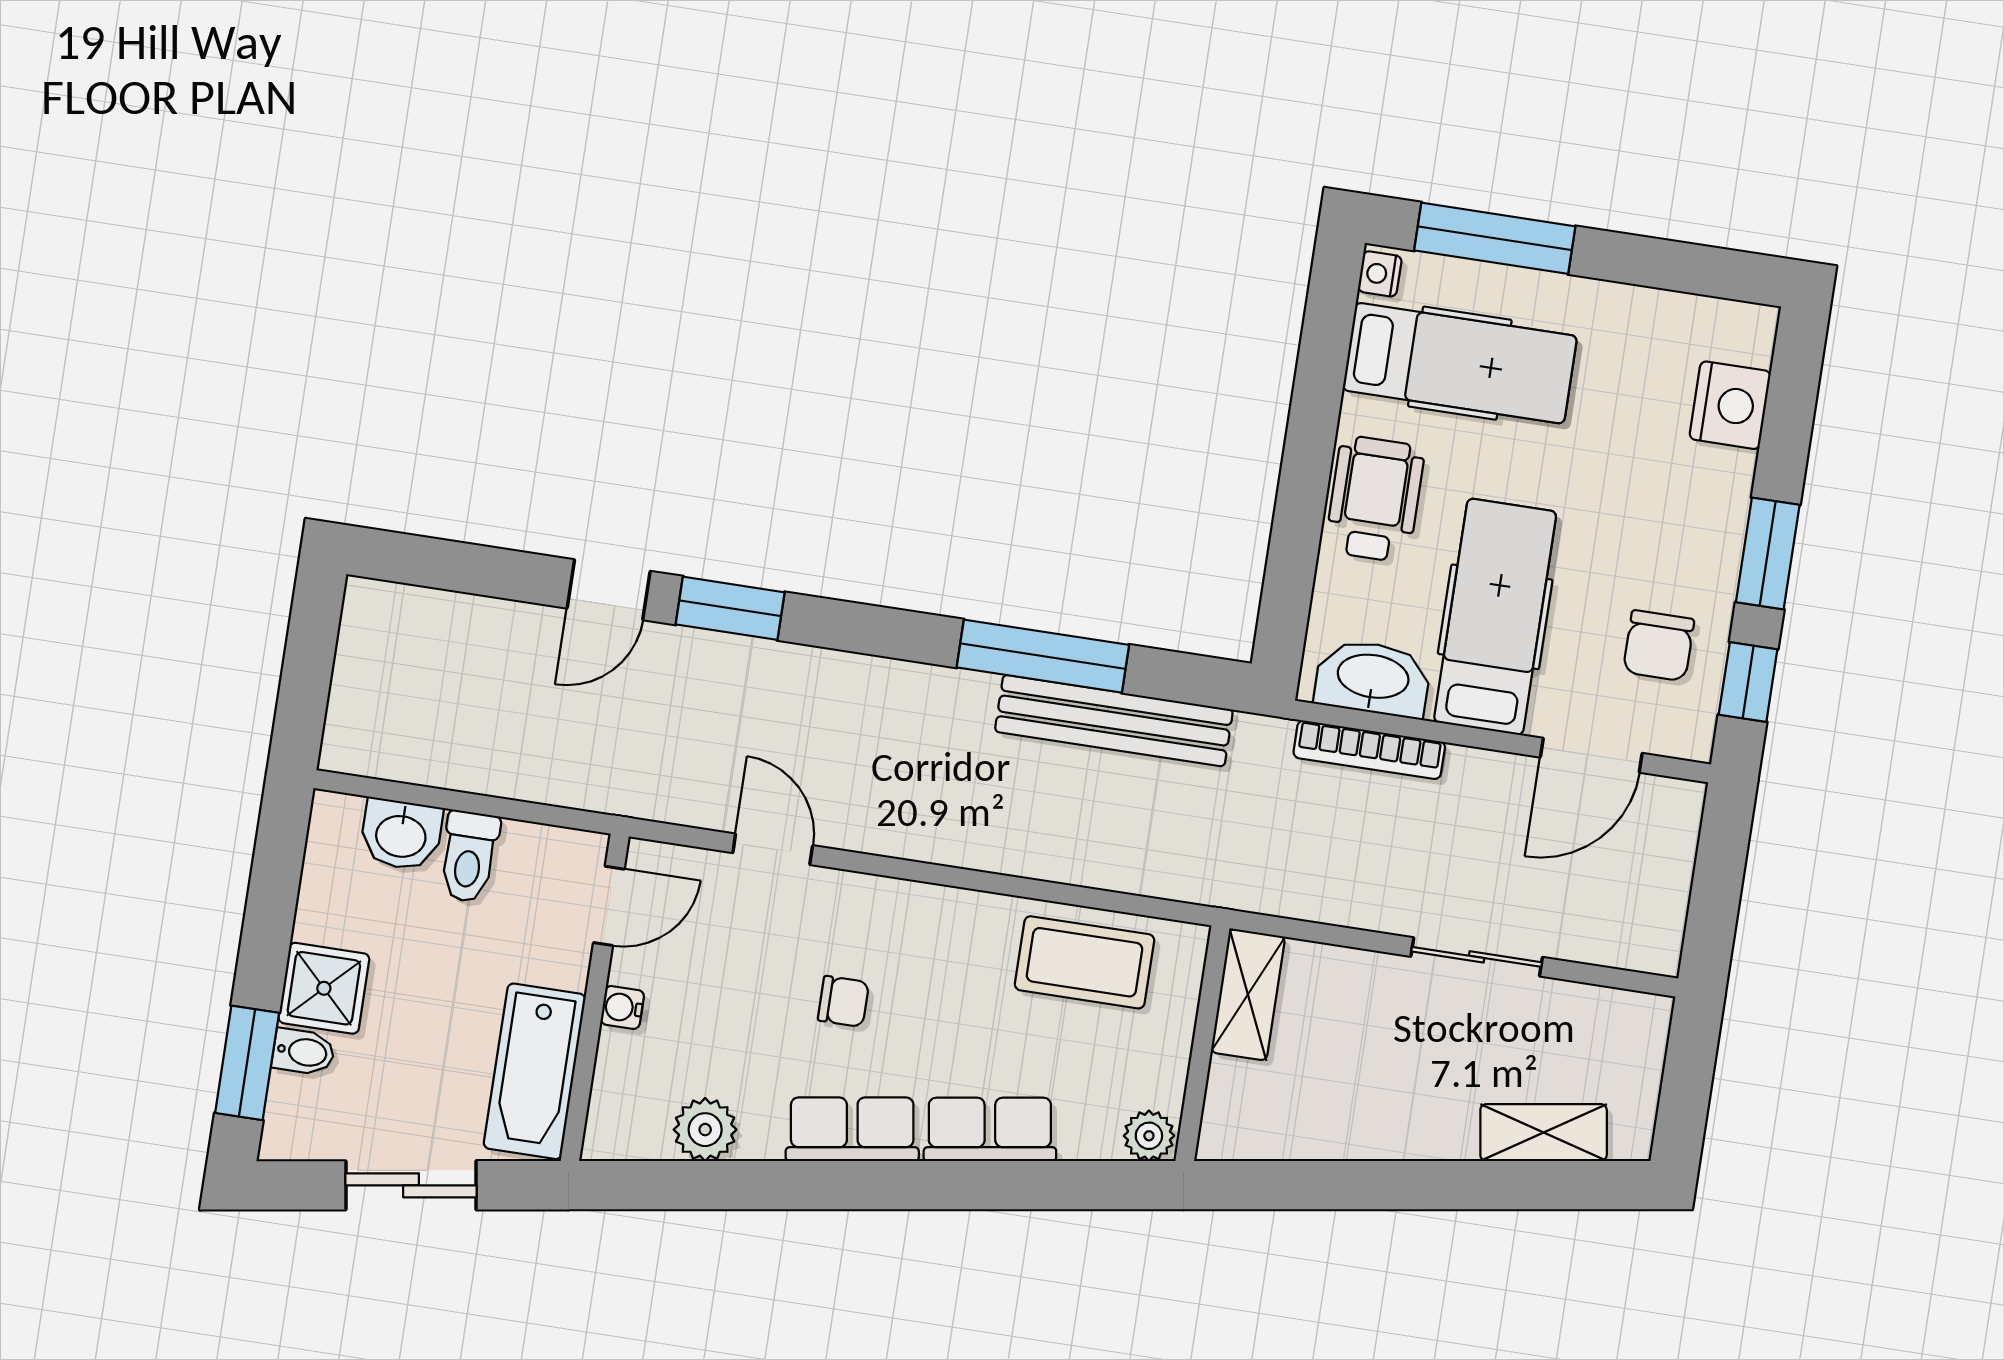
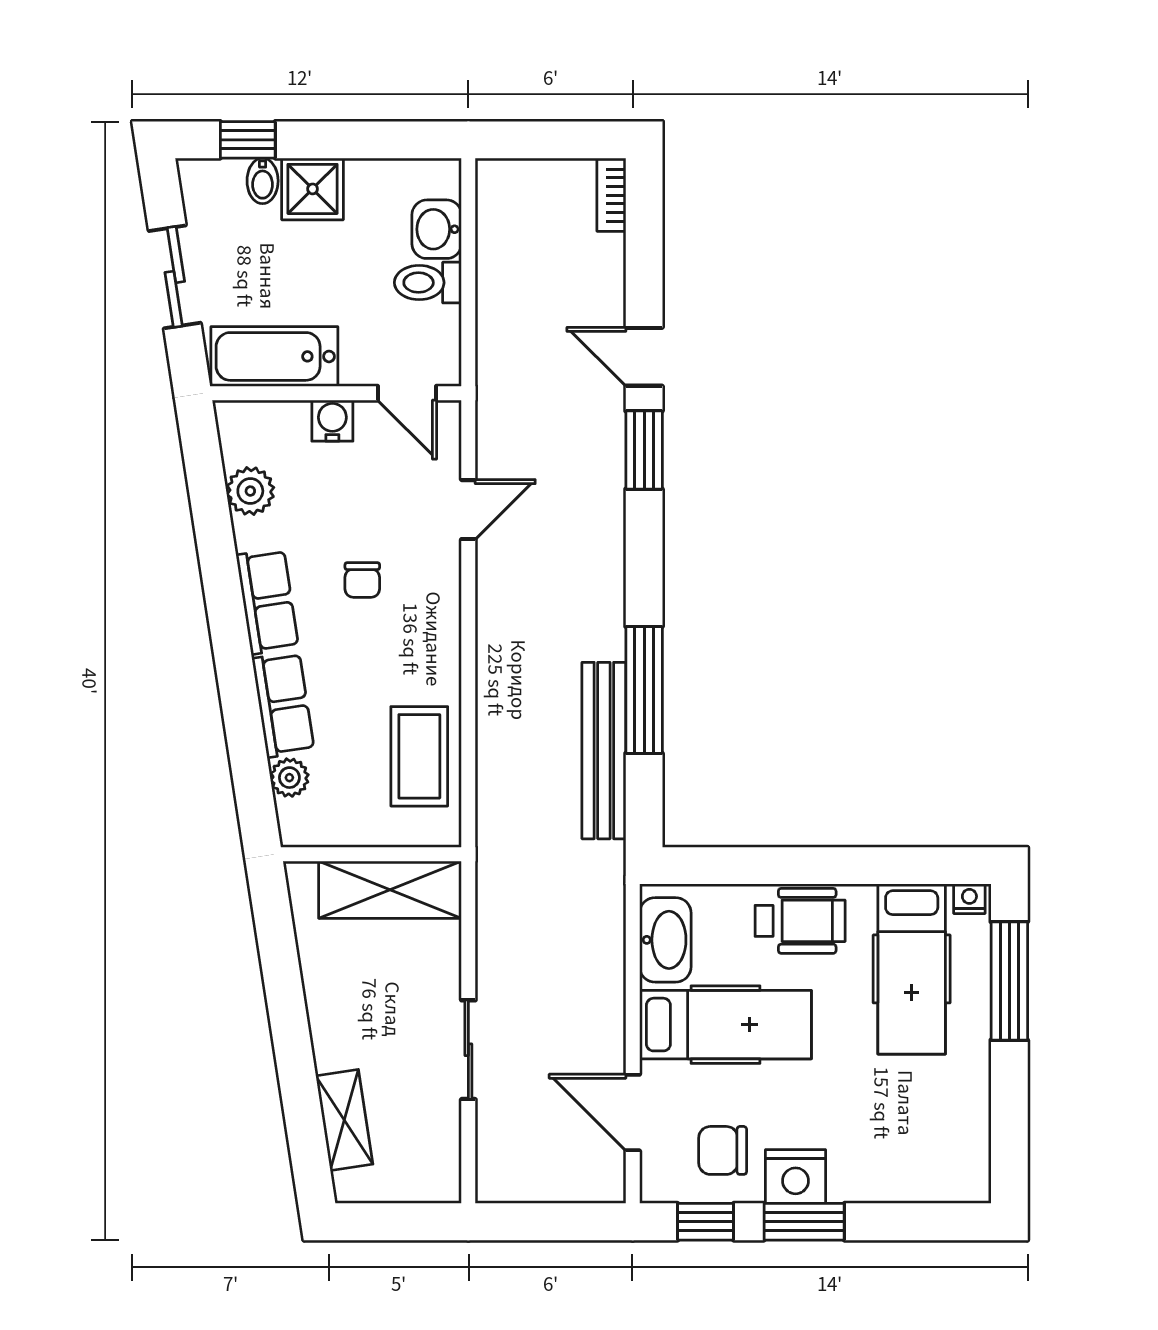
nightstand: (1730, 405) -> (796, 1177), moved
bookcase: (1369, 750) -> (611, 195), moved, width x0.64
shelving: (1248, 995) -> (390, 890), width x1.50, depth x1.33
water cooler: (622, 1007) -> (332, 421), width x1.38, depth x1.38
window: (247, 1063) -> (248, 140), width x0.67
plant: (1149, 1136) -> (289, 778), moved

